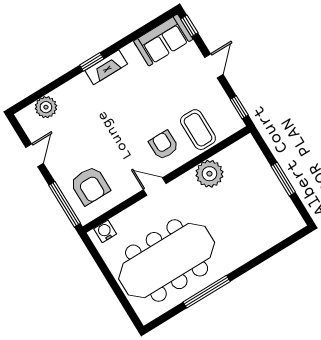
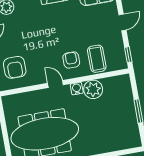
water cooler: (105, 231) -> (77, 89), moved

